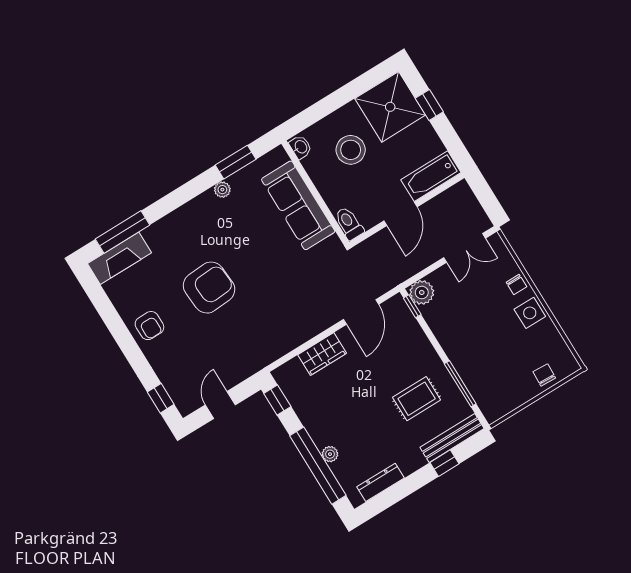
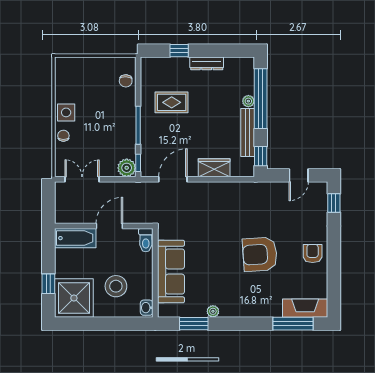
chair: (544, 375) -> (126, 81), moved
window: (460, 384) -> (138, 125), moved
bench: (452, 438) -> (248, 132), moved, turned 90
dresser: (381, 482) -> (207, 63), moved

